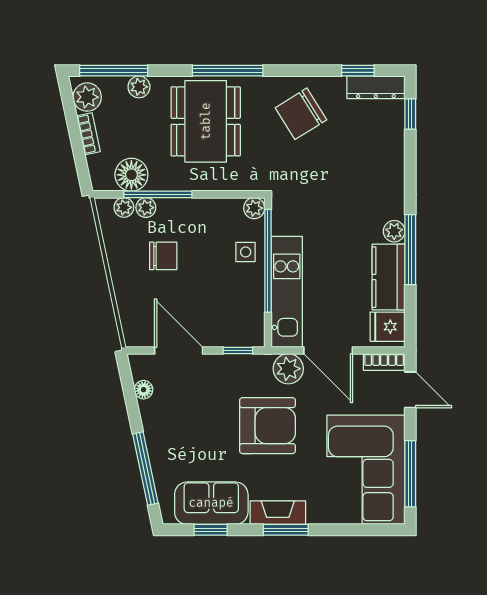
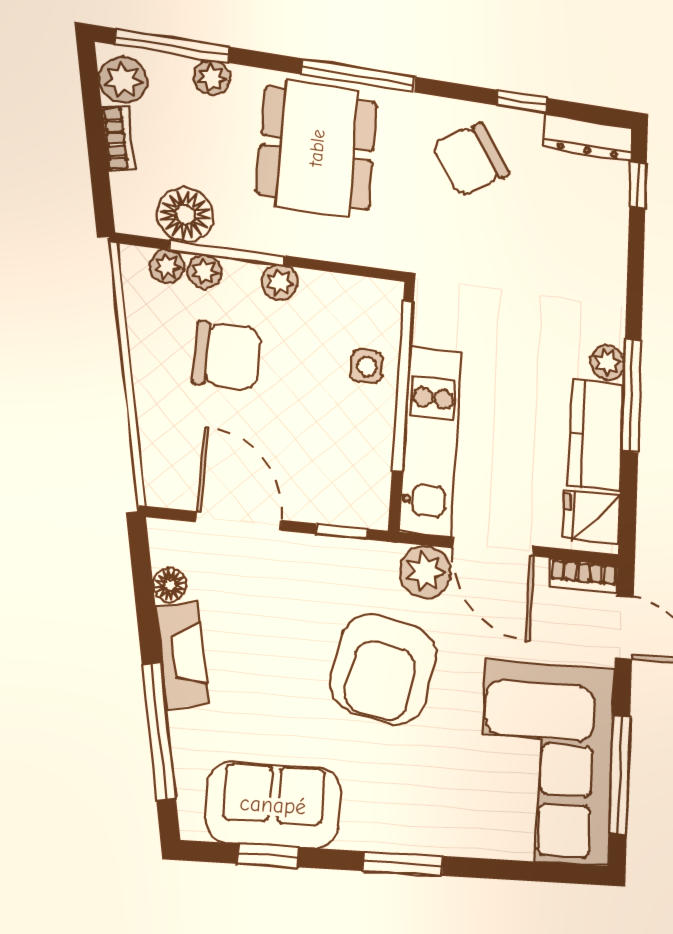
window: (358, 71) -> (522, 102), moved
plant: (254, 208) -> (280, 282), moved
chair: (163, 256) -> (227, 356), width x1.37, depth x1.37
armchair: (268, 426) -> (383, 669), turned 102
fireplace: (278, 513) -> (182, 655), moved, turned 78

